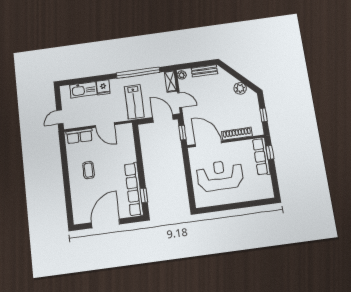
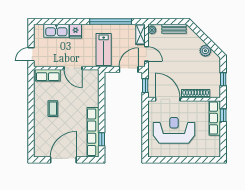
door: (163, 118) -> (129, 69), hinge flipped

